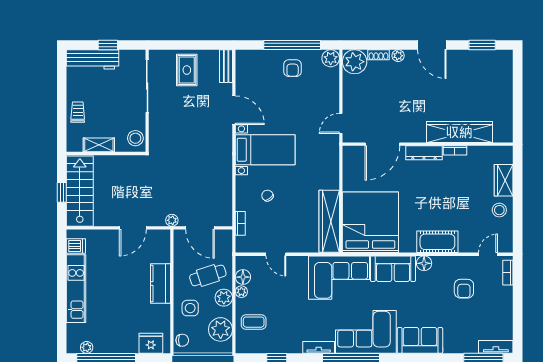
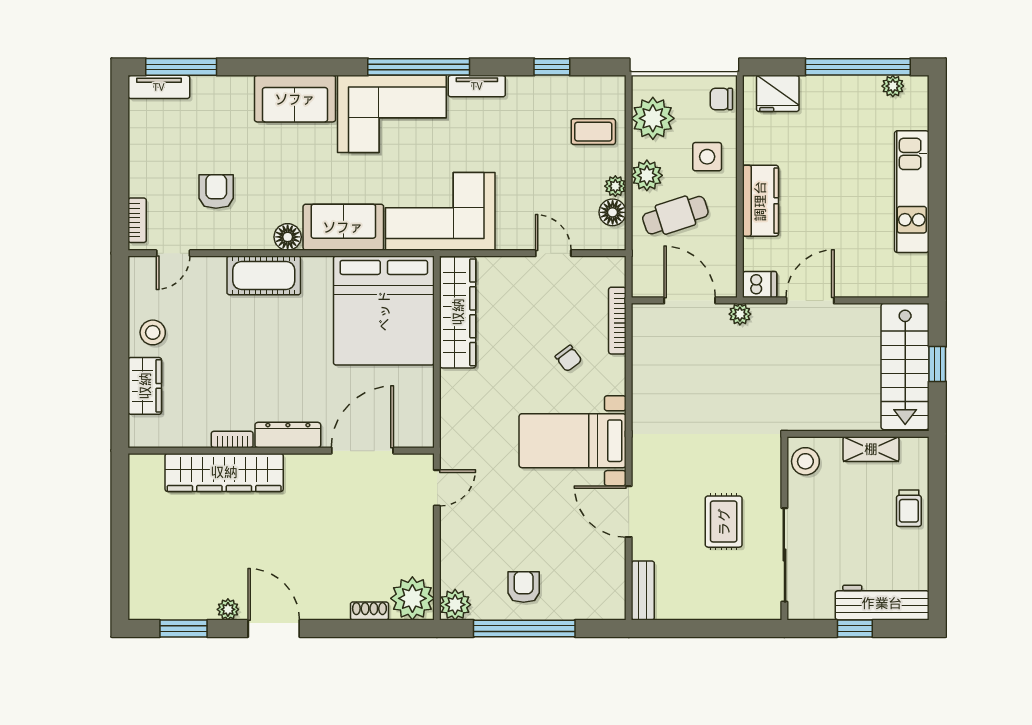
plant: (398, 56) -> (228, 609), moved
rug: (187, 70) -> (724, 522), moved
bookcase: (240, 223) -> (617, 321), width x1.56
dishwasher: (76, 246) -> (760, 285), moved, turned 180

